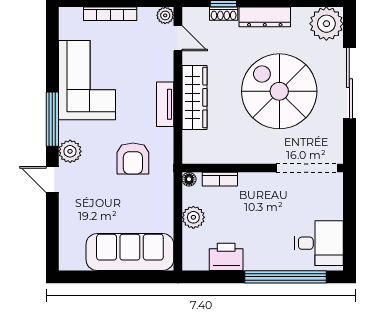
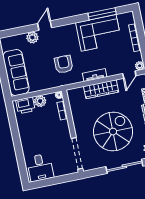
window: (52, 119) -> (102, 14), moved
plant: (70, 151) -> (32, 37), moved
armchair: (133, 159) -> (64, 64), turned 90
printer: (226, 257) -> (25, 105), moved, turned 90
window: (286, 277) -> (20, 154), removed

